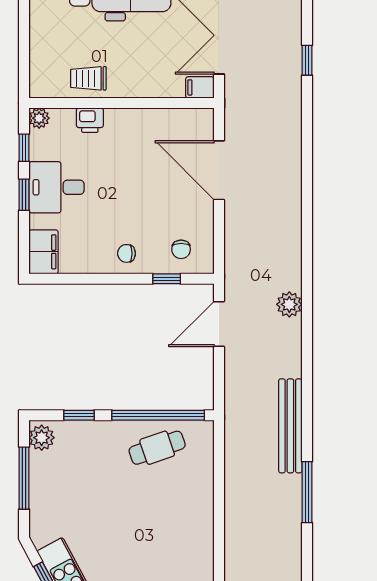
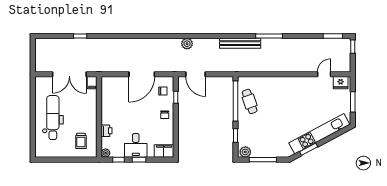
trolley: (88, 78) -> (81, 141), moved
door: (219, 170) -> (142, 74), moved

